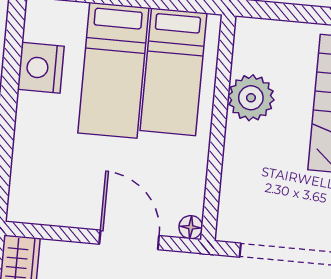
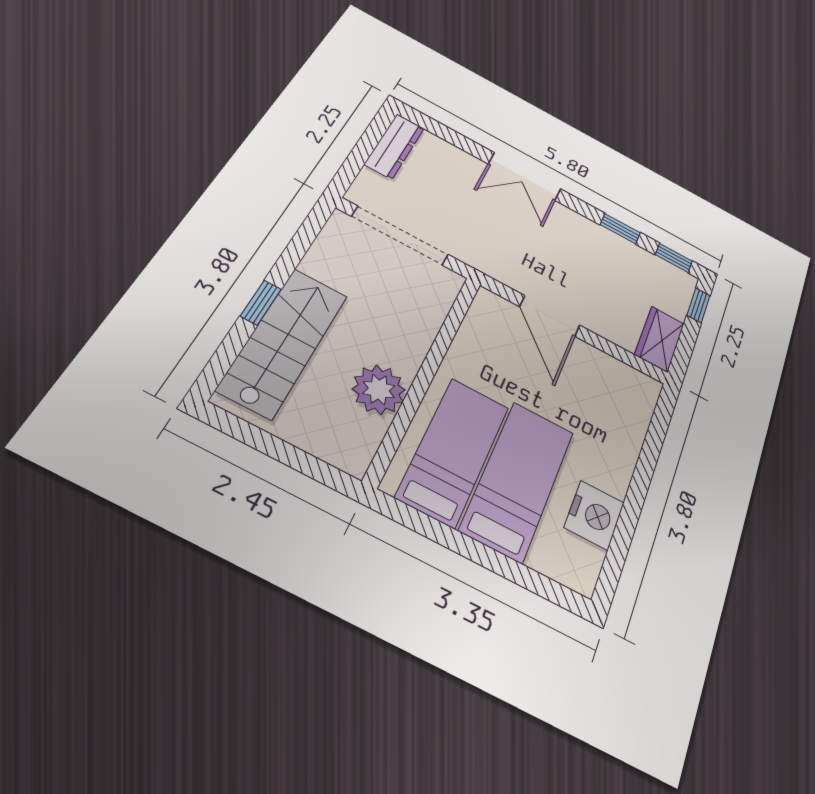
floor lamp: (191, 227) -> (486, 300), removed

